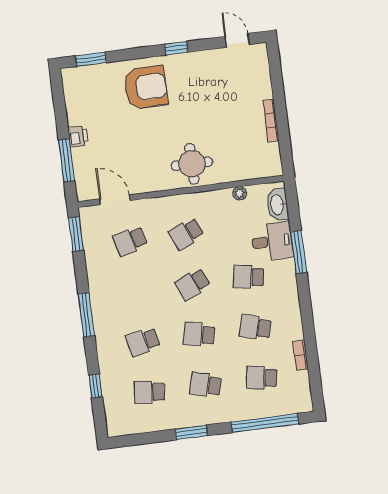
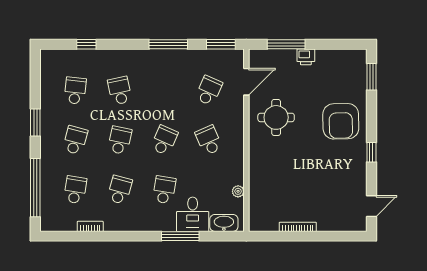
round table: (192, 164) -> (276, 117), moved
school desk: (130, 241) -> (209, 91), turned 39
school desk: (193, 284) -> (164, 140), turned 48
window: (86, 315) -> (168, 44), moved

